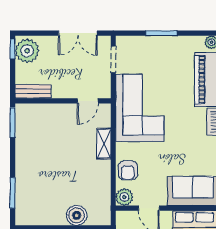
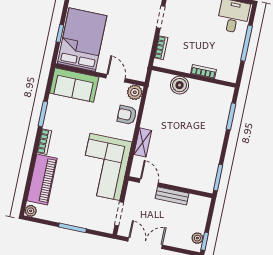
plant: (27, 51) -> (197, 238), width x0.53, depth x0.53
bench: (33, 91) -> (172, 196), moved
door: (88, 101) -> (149, 183), hinge flipped
armchair: (128, 170) -> (127, 115), turned -90

